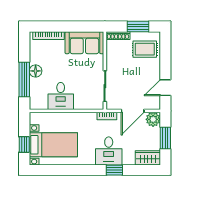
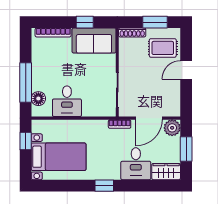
window: (76, 27) -> (85, 22), added
floor lamp: (36, 71) -> (38, 99), moved
door: (165, 88) -> (186, 70), moved
window: (24, 145) -> (26, 141), moved
desk: (109, 151) -> (136, 164), moved
window: (114, 170) -> (104, 186), moved

